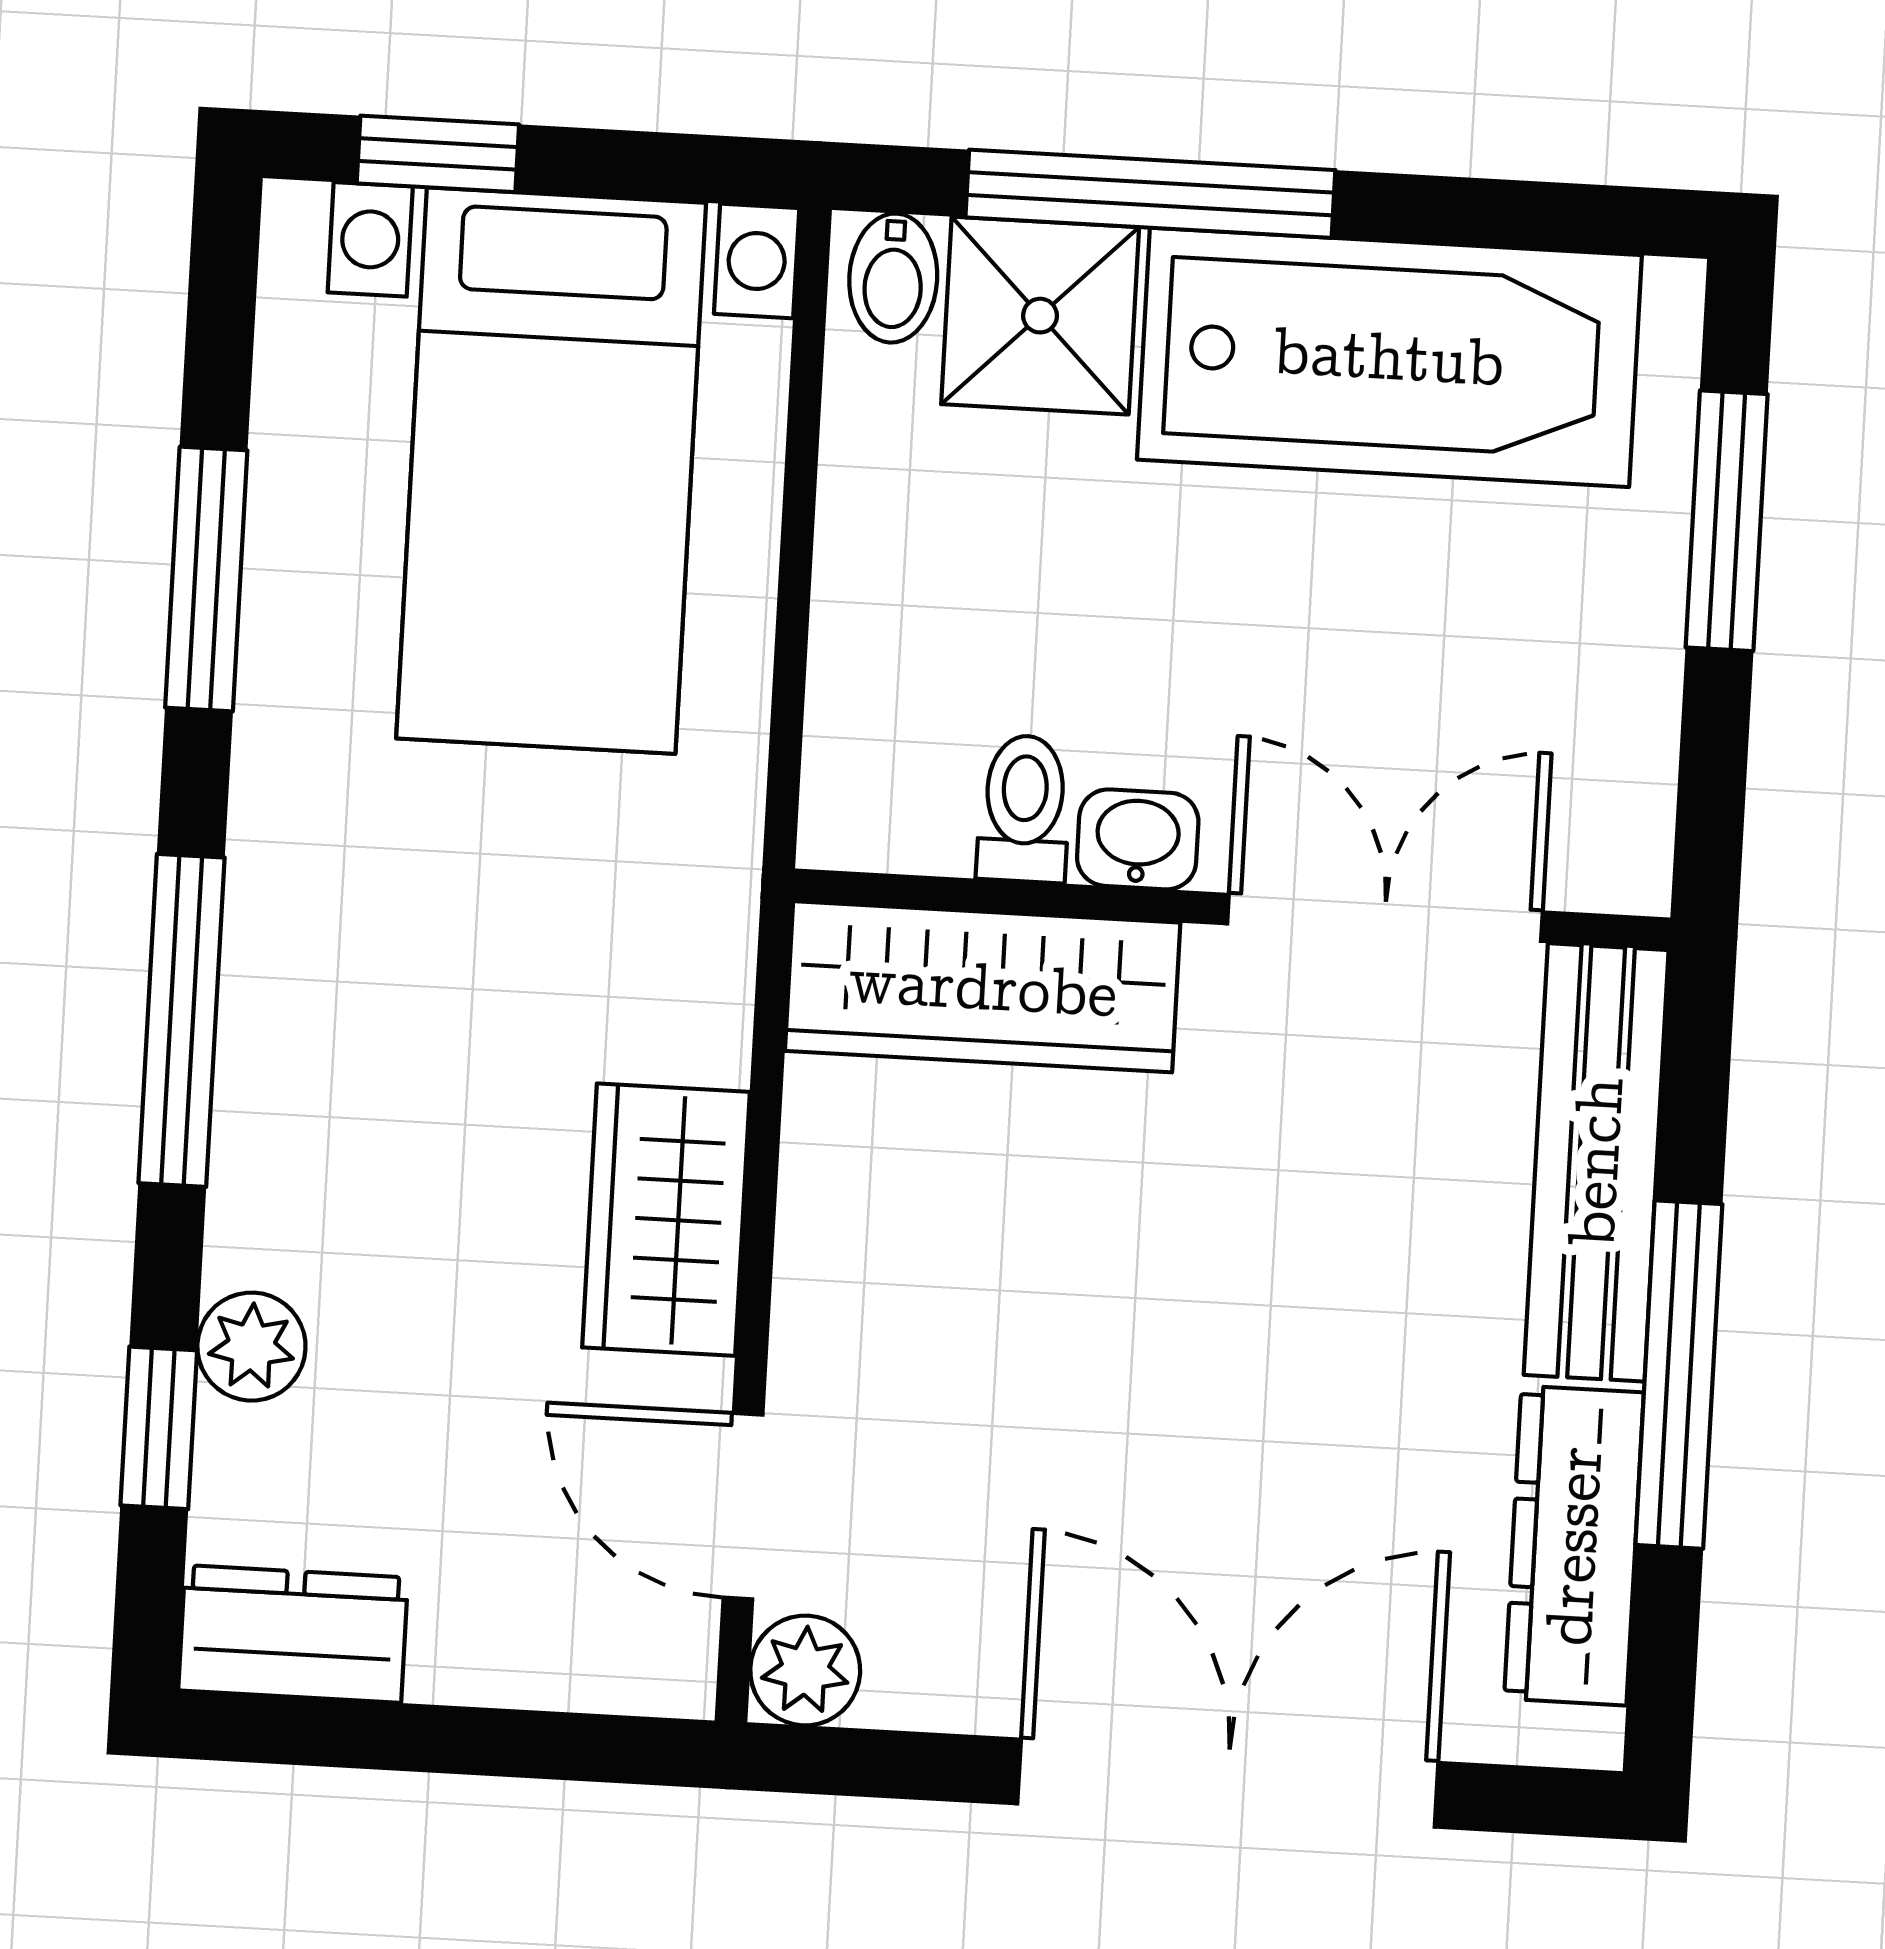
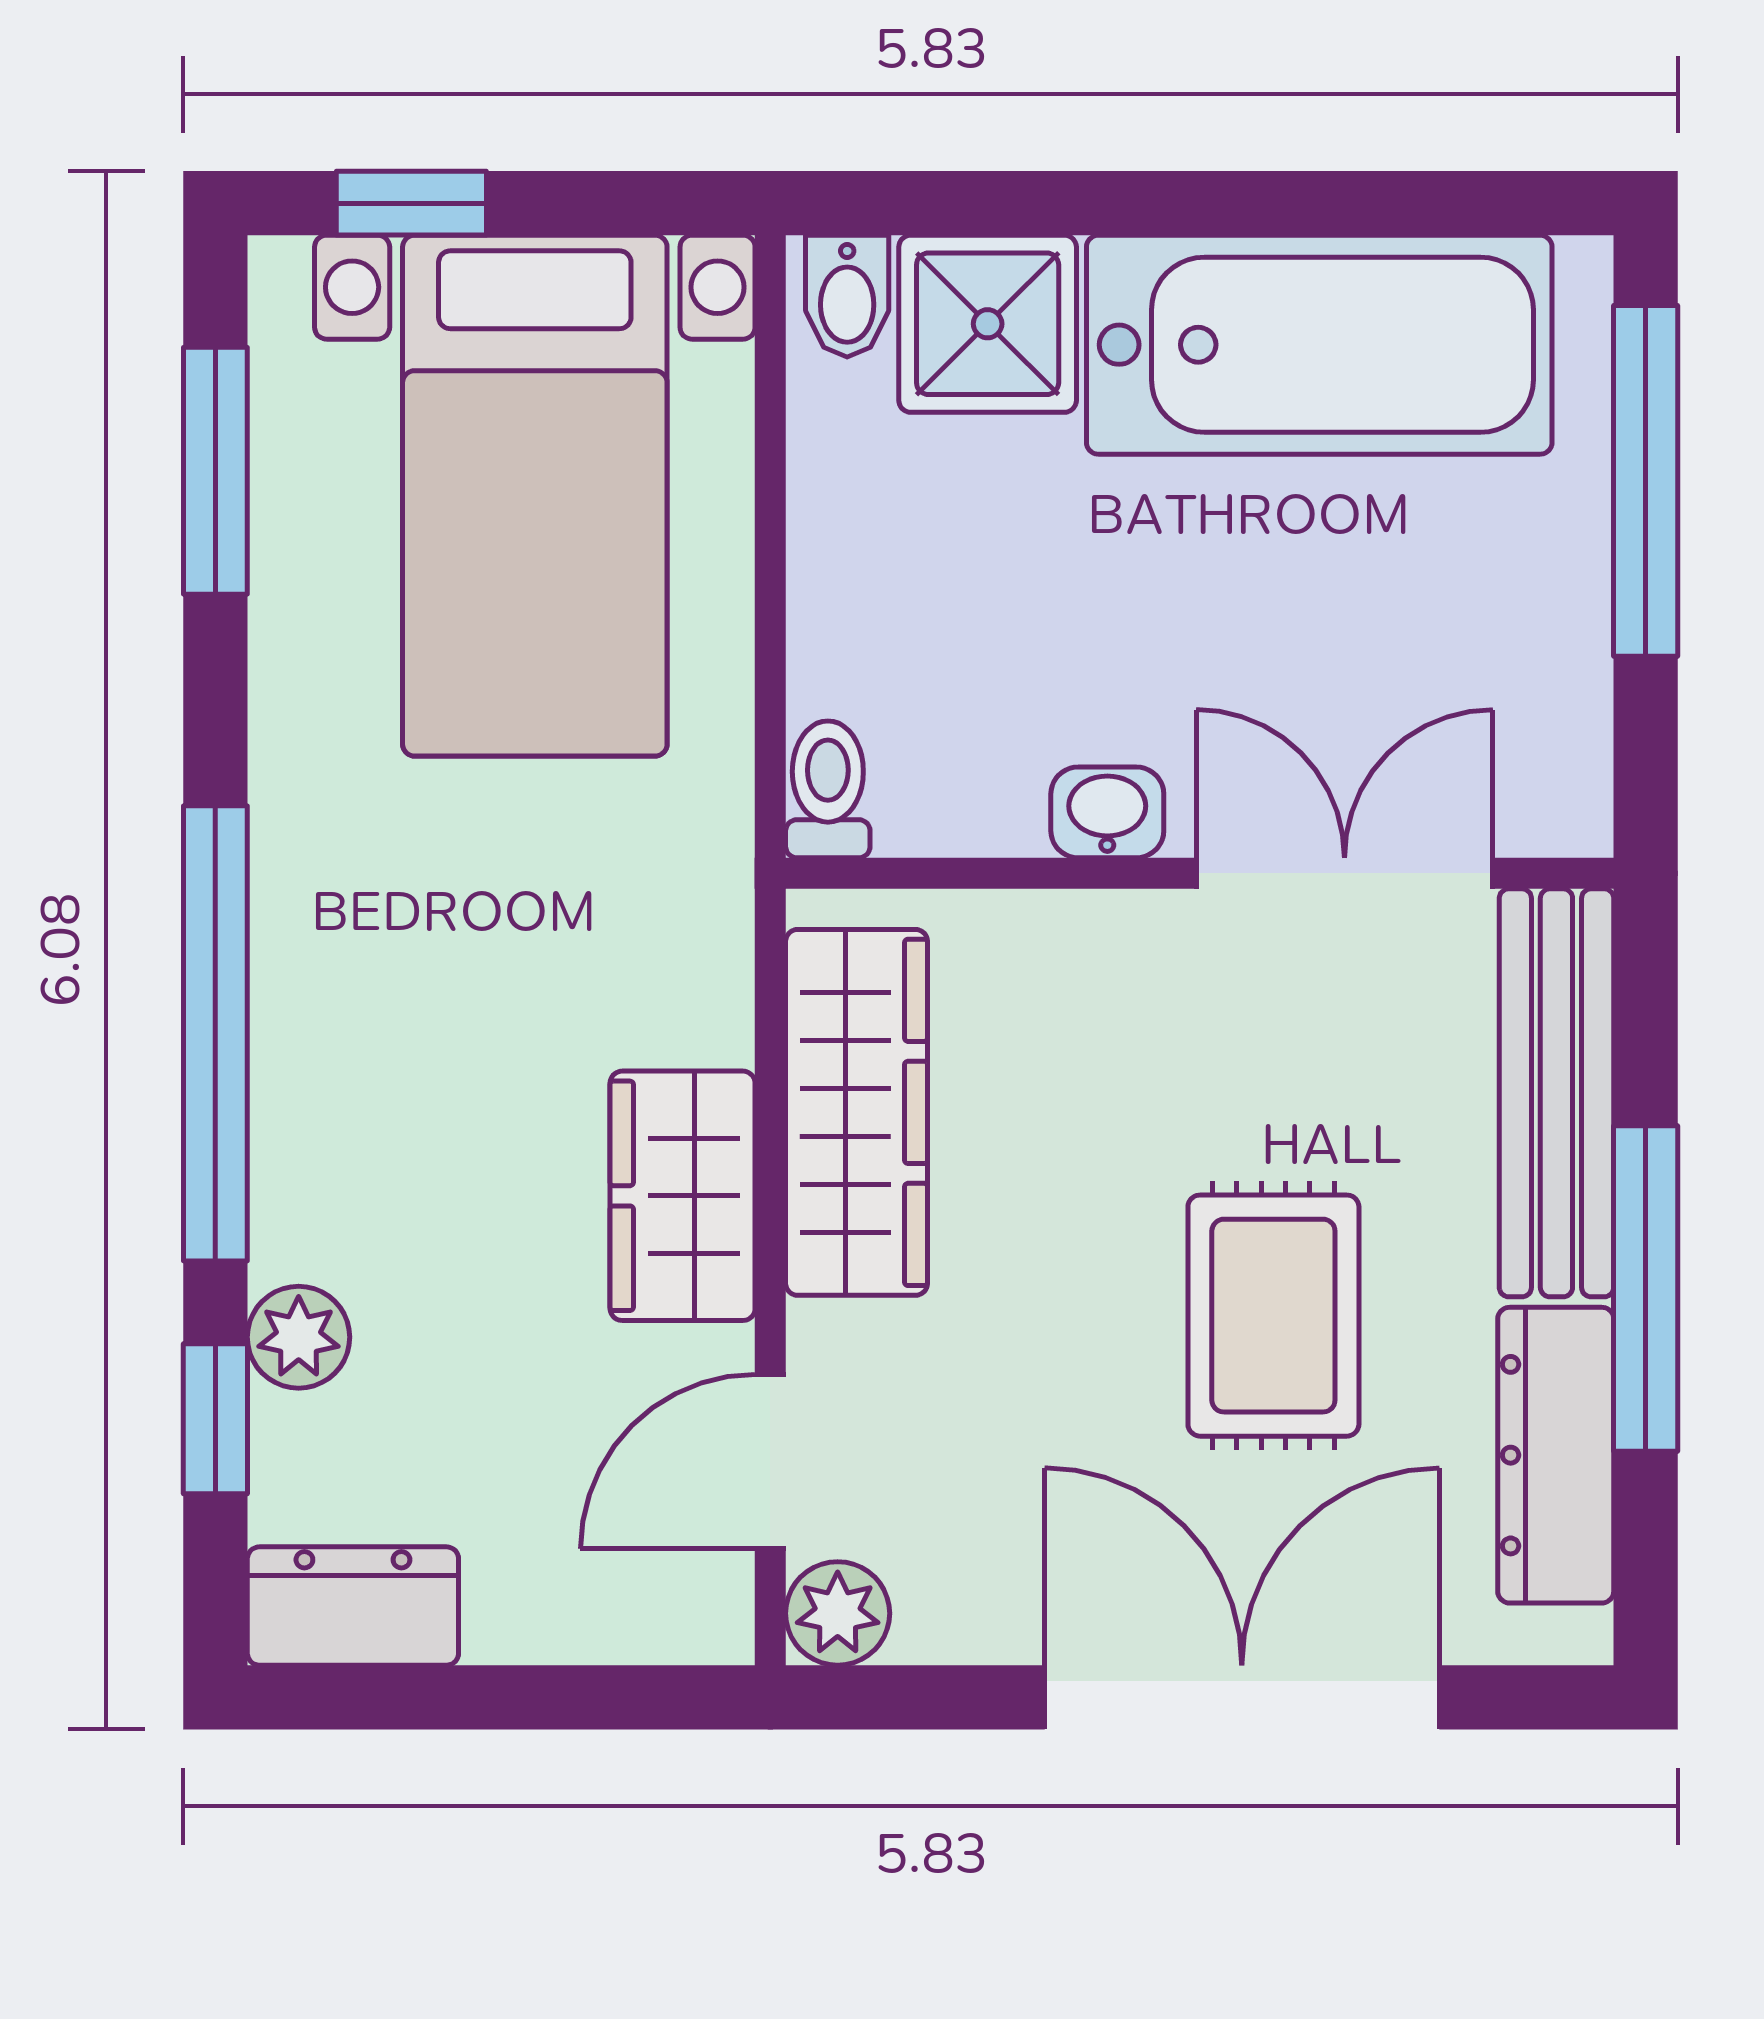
window: (1150, 194) -> (1085, 203), removed
window: (1727, 521) -> (1646, 481), width x1.44
window: (206, 579) -> (215, 471), moved
toilet: (1024, 809) -> (828, 789), moved
wardrobe: (983, 987) -> (857, 1112), moved, turned -90
window: (182, 1020) -> (215, 1033), width x1.46
rug: (1284, 1381) -> (1273, 1316), added
door: (743, 1506) -> (770, 1462), hinge flipped

